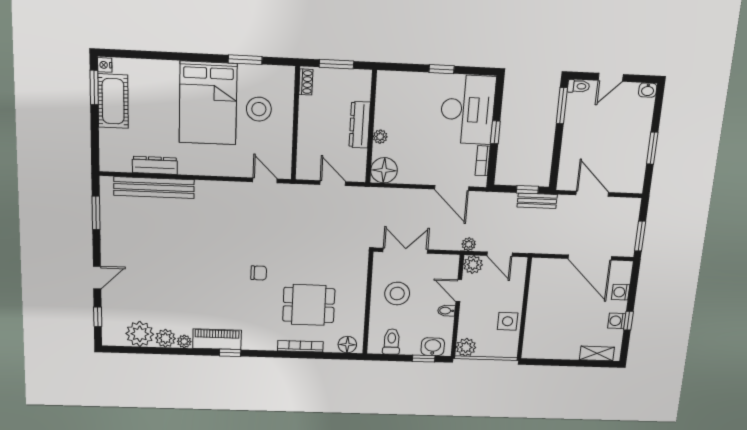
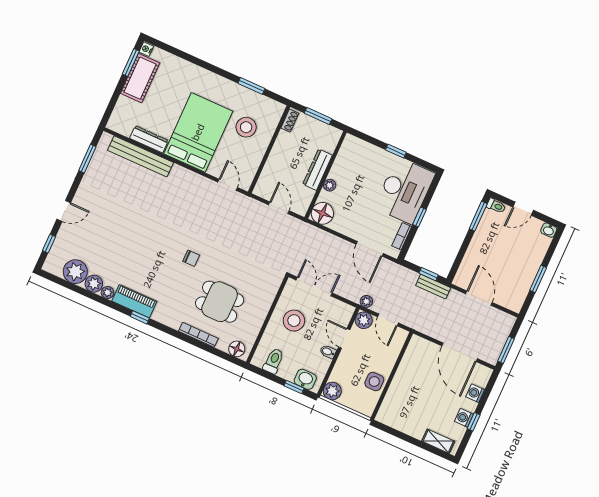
bed: (208, 103) -> (198, 132), moved, turned 180

